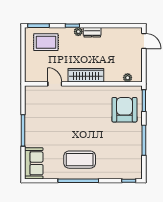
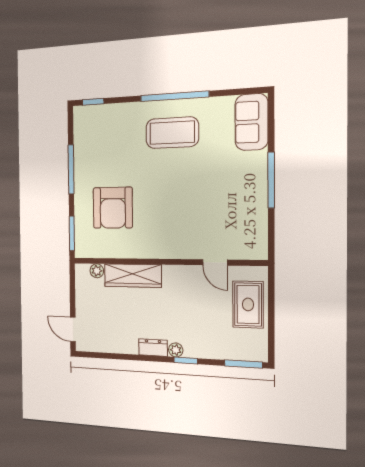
rug: (46, 42) -> (248, 304), moved, turned 90
wardrobe: (86, 75) -> (133, 276), moved
armchair: (124, 110) -> (113, 208), moved

